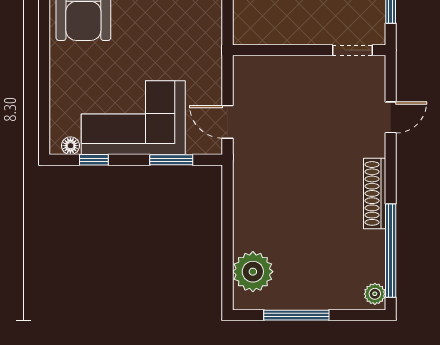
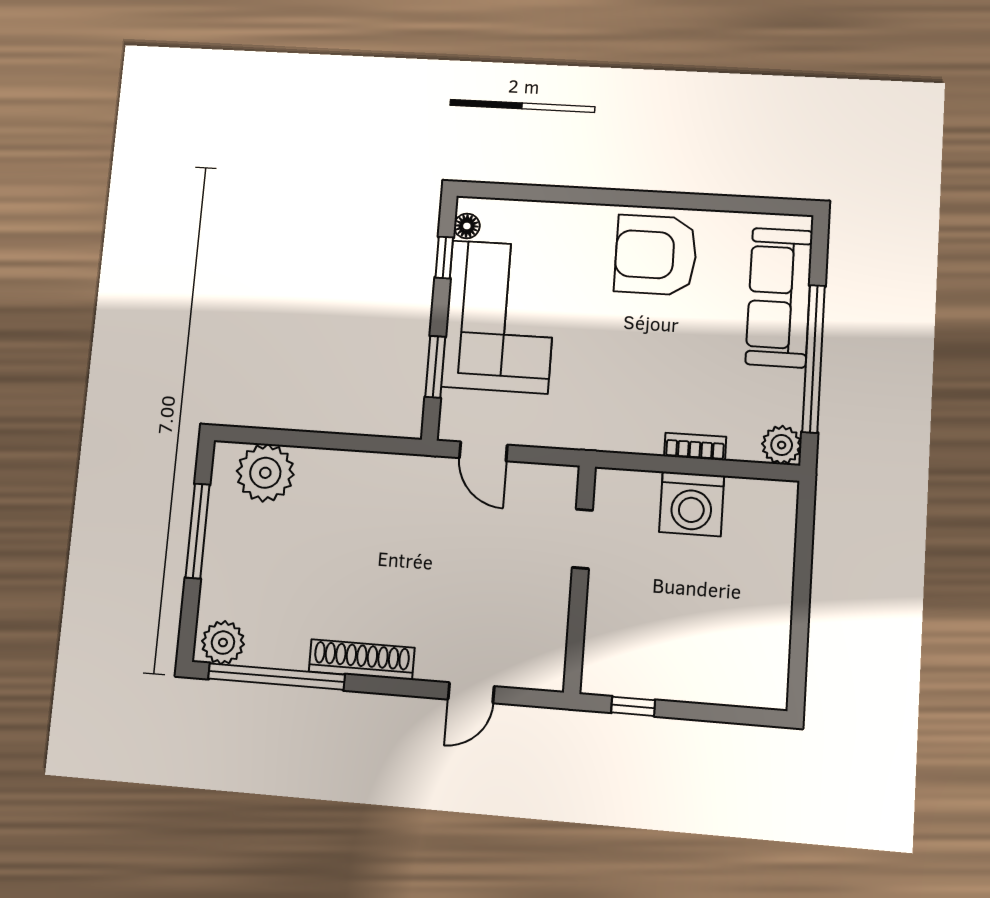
doorway: (352, 50) -> (582, 539), moved
door: (391, 117) -> (471, 693), hinge flipped
door: (228, 122) -> (483, 451), swing flipped
plant: (375, 294) -> (223, 643), width x1.38, depth x1.38

